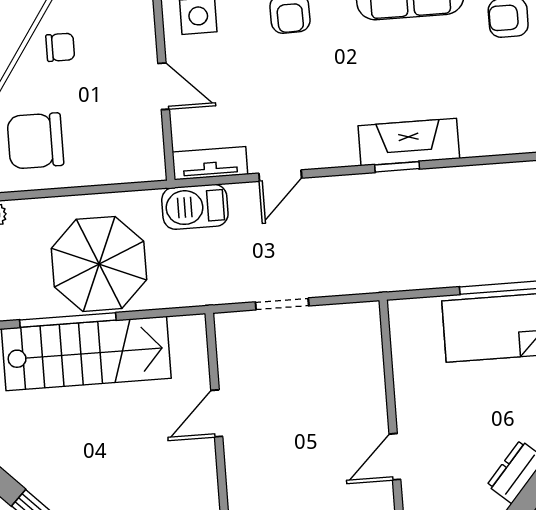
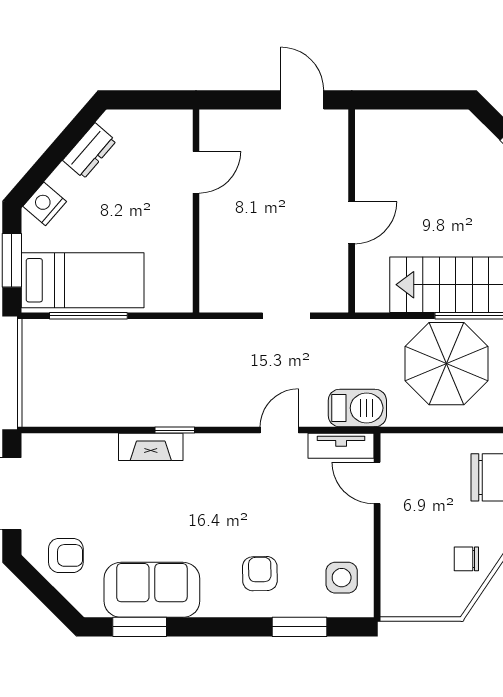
door: (164, 86) -> (377, 483), moved
fireplace: (409, 142) -> (151, 447), width x0.73, depth x0.76

